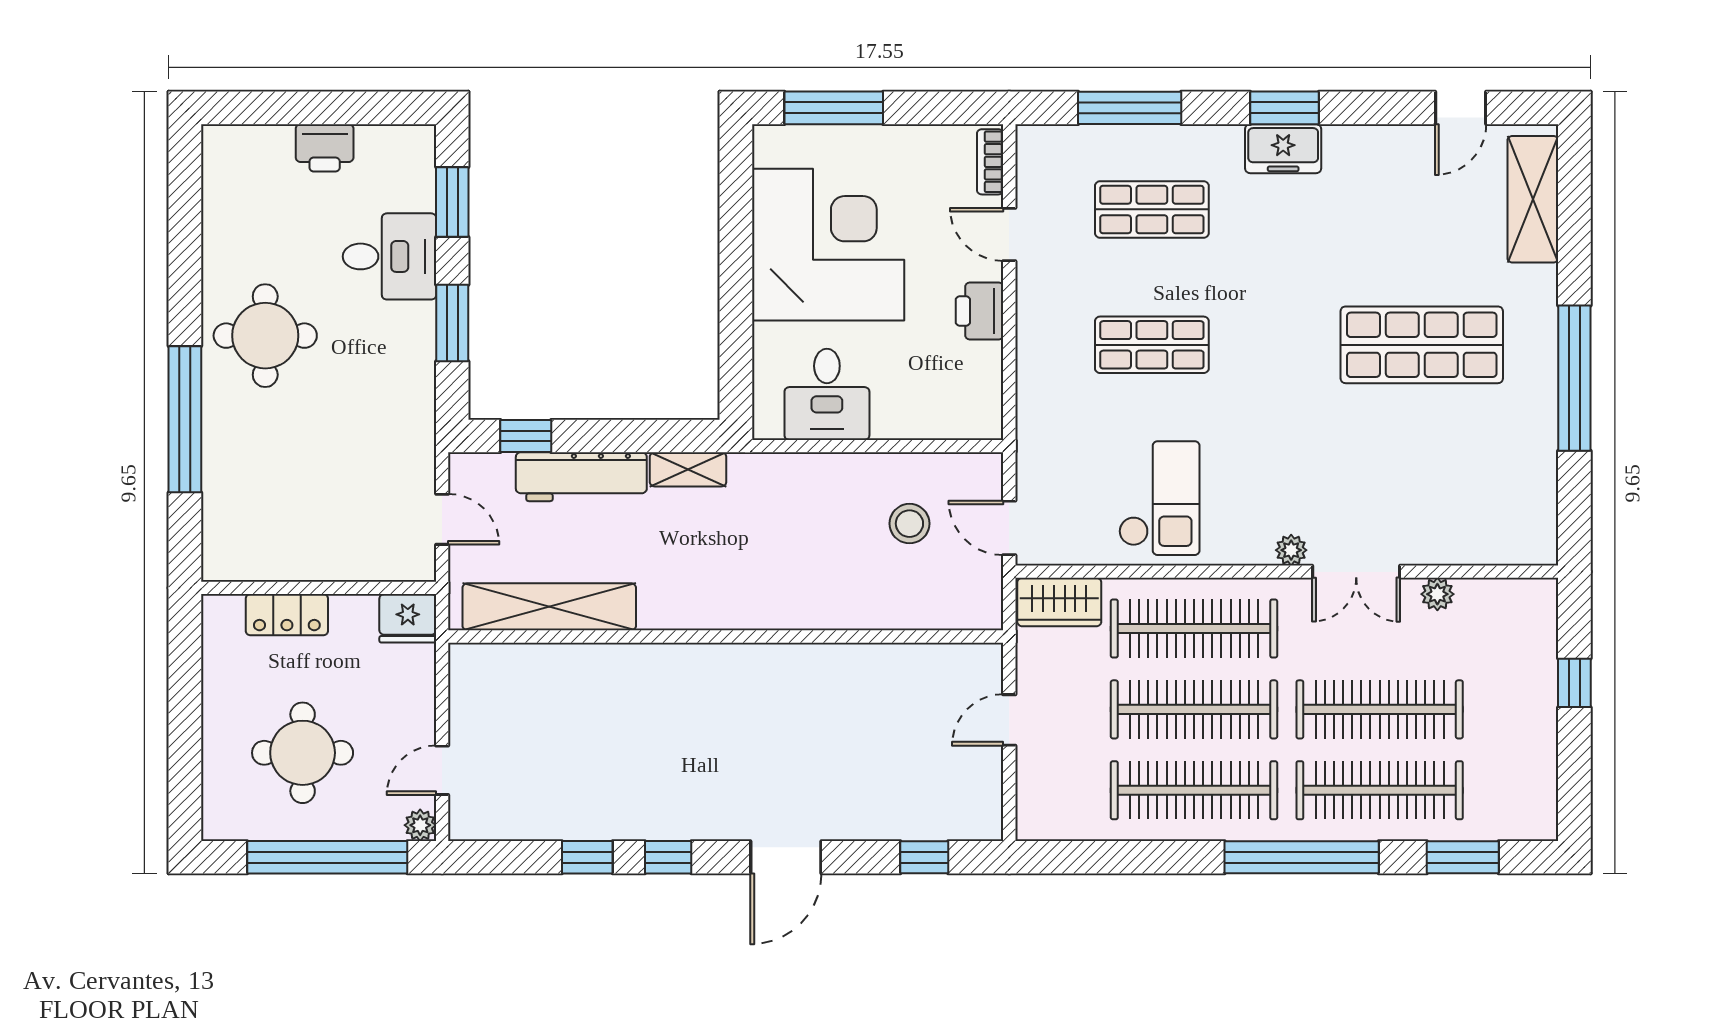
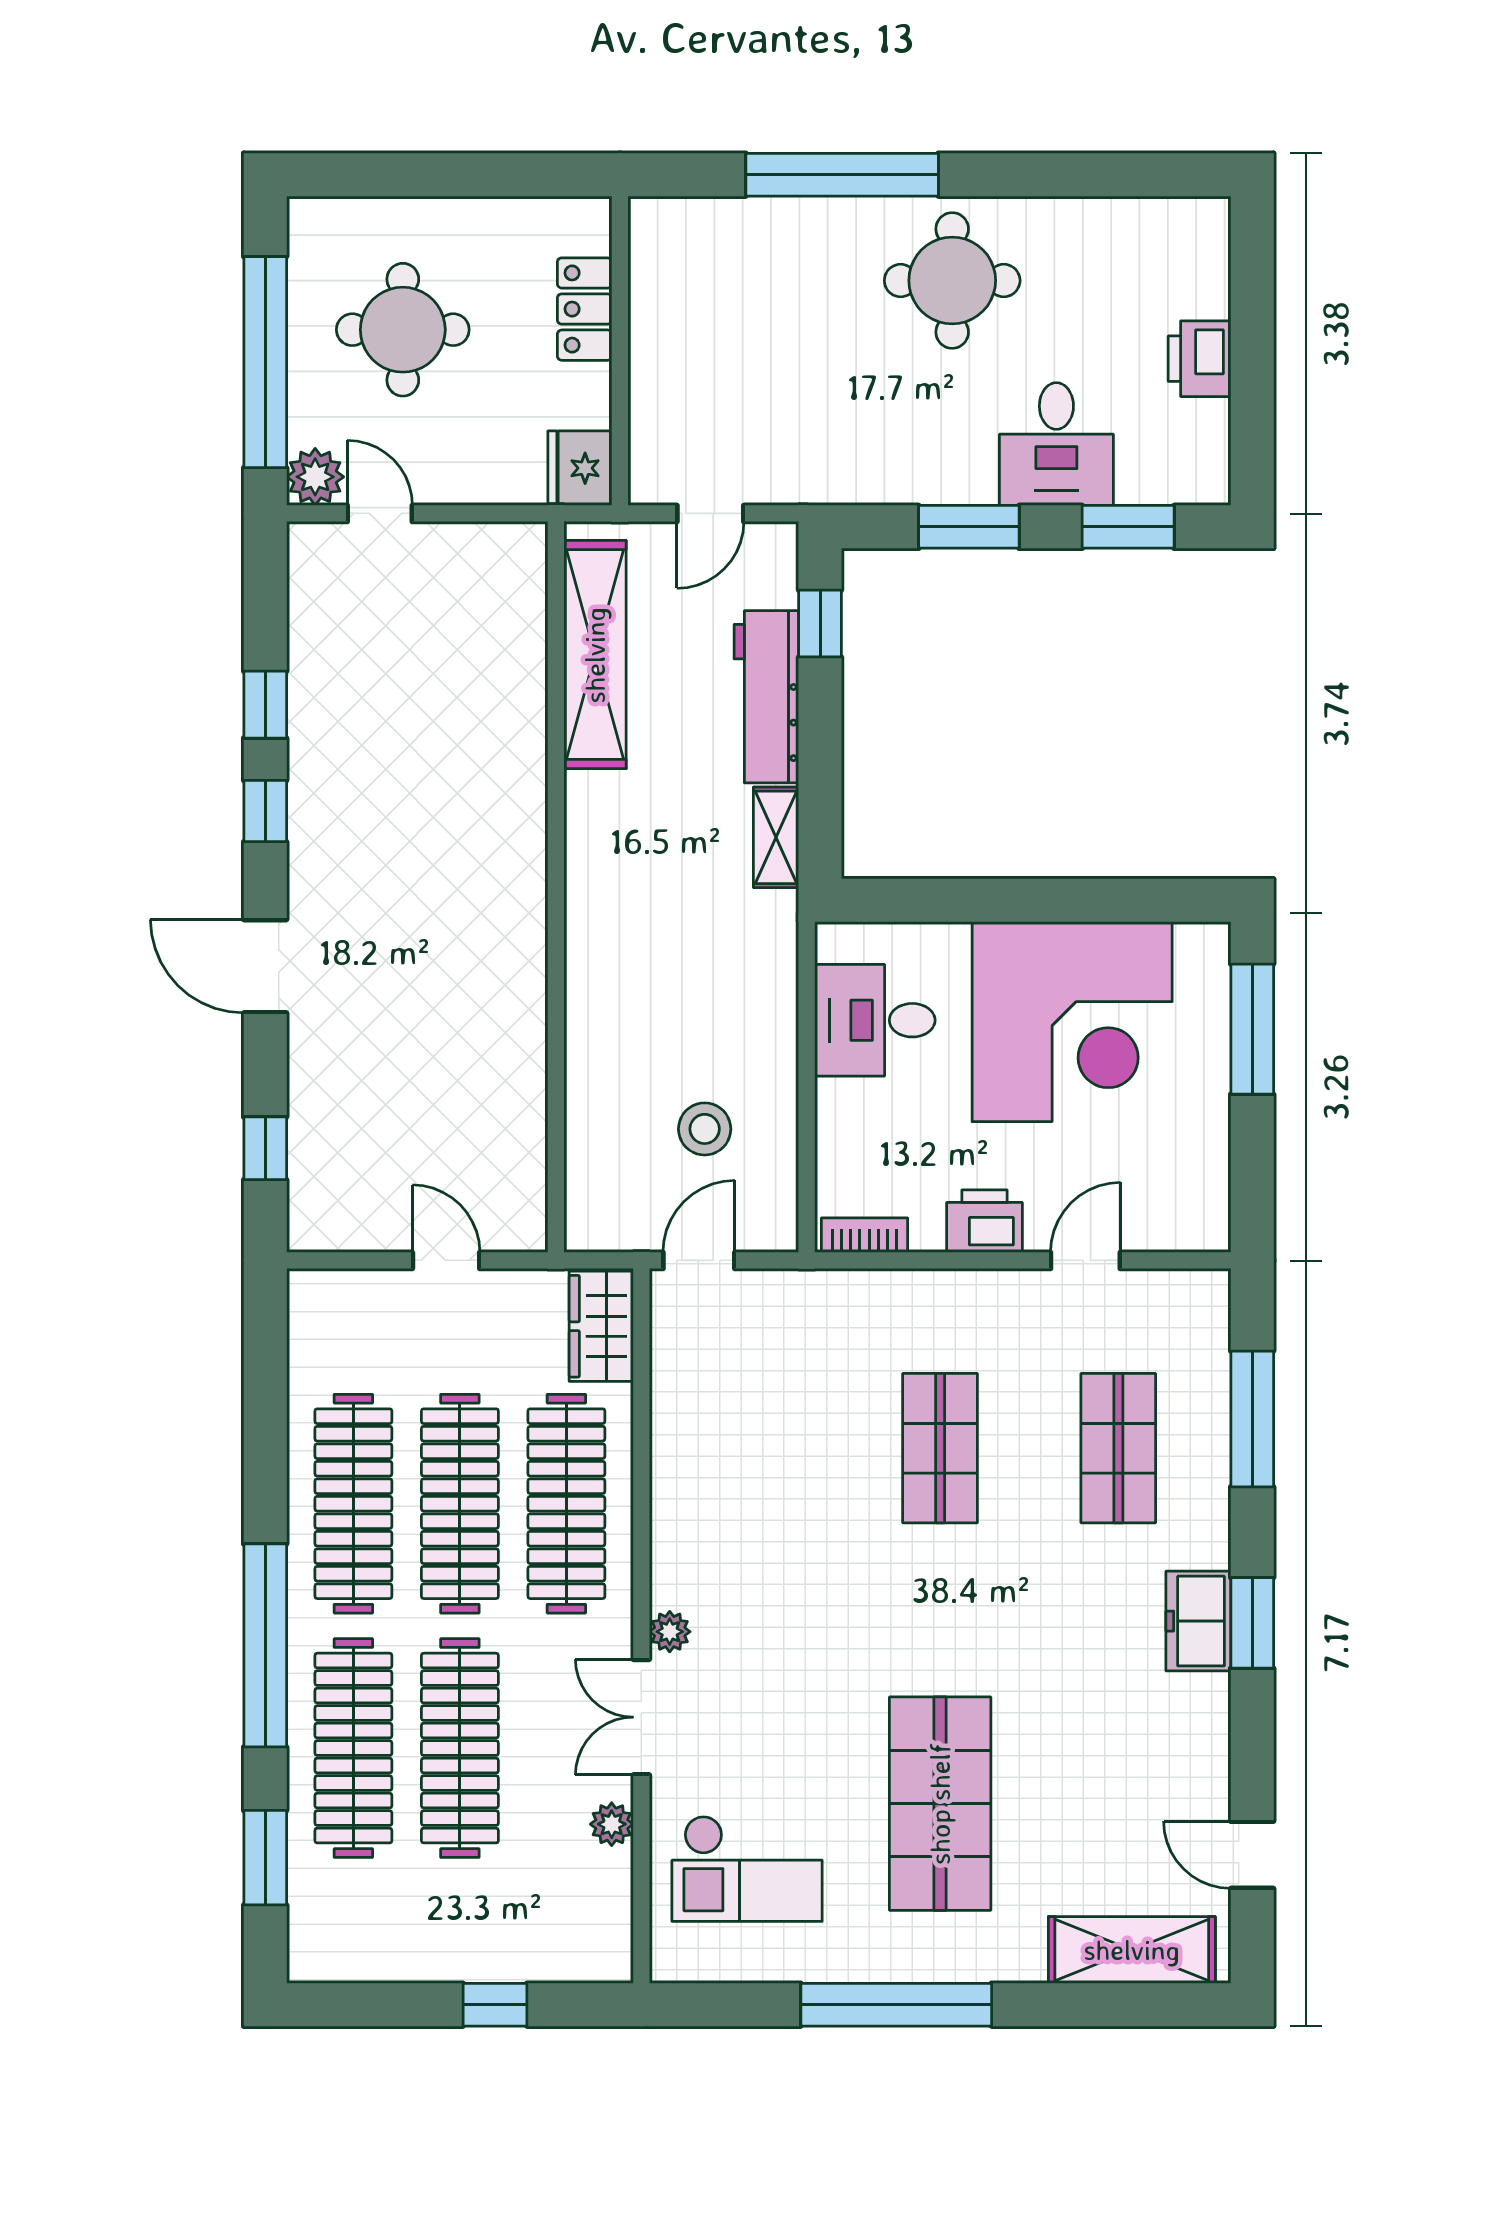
bookcase: (990, 162) -> (865, 1235), moved
checkout: (1159, 498) -> (747, 1869), moved
plant: (420, 825) -> (315, 477), width x1.38, depth x1.38

